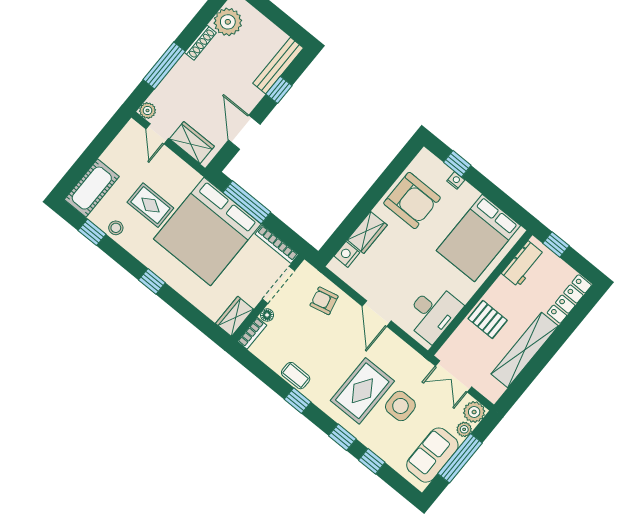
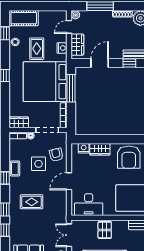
nightstand: (179, 168) -> (62, 48), added
rug: (362, 391) -> (32, 202), width x0.73, depth x0.70
side table: (400, 406) -> (38, 164), moved

